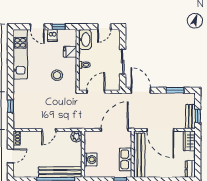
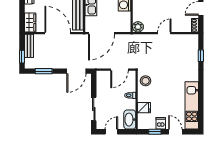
sliding door: (123, 62) -> (94, 109), moved
stool: (57, 75) -> (146, 81), moved
door: (141, 90) -> (76, 71), hinge flipped
window: (198, 116) -> (22, 57), moved

